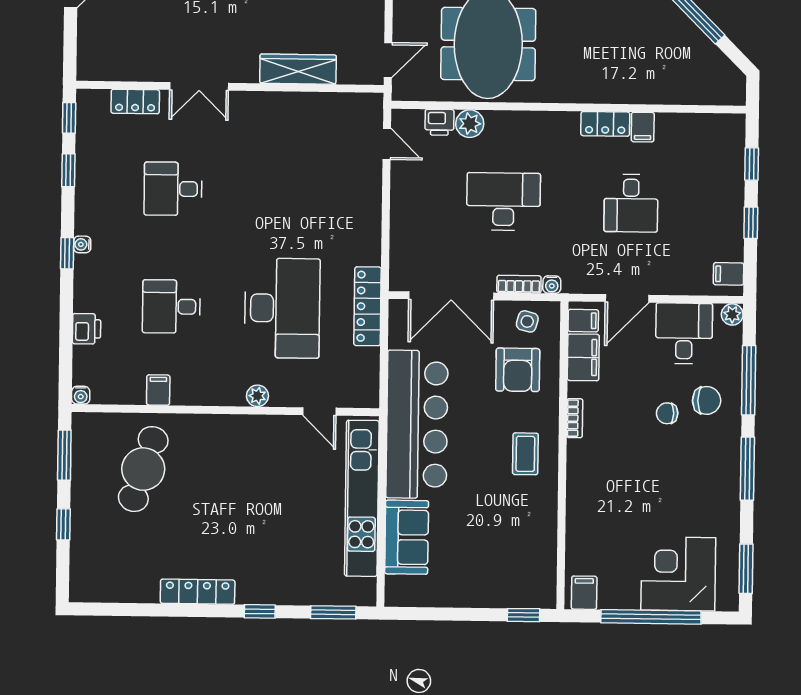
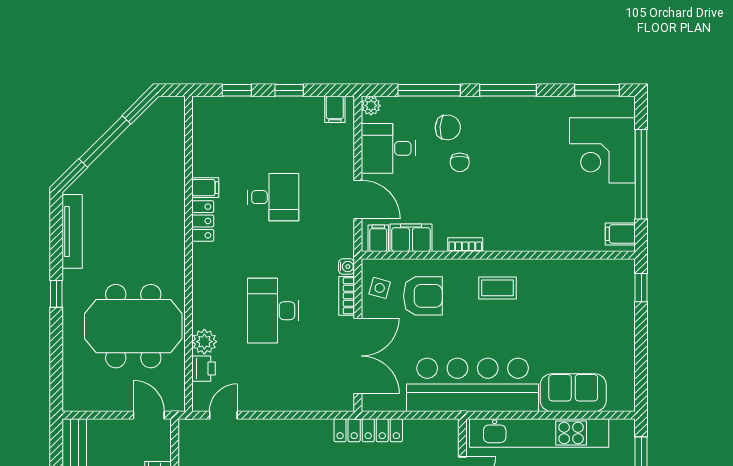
chair: (707, 400) -> (448, 127), turned 93

